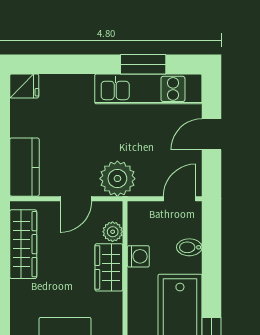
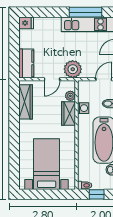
window: (143, 64) -> (86, 12), width x1.44

